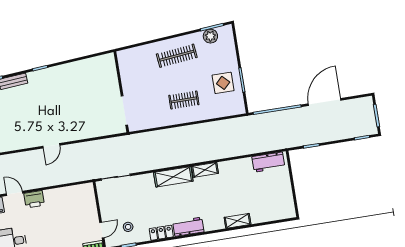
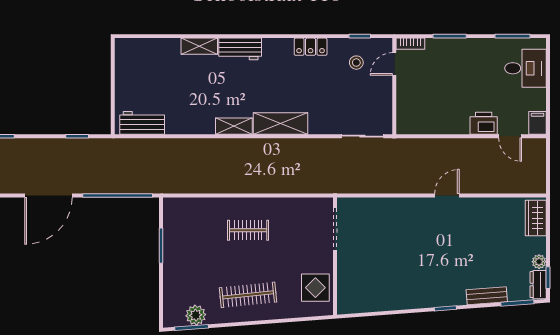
display table: (223, 83) -> (315, 288), moved
workbench: (188, 227) -> (240, 49), moved

